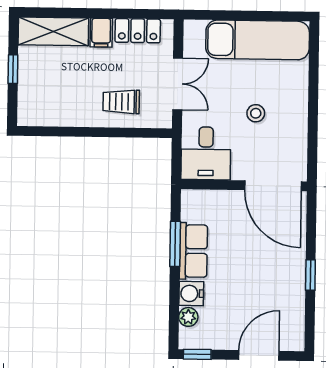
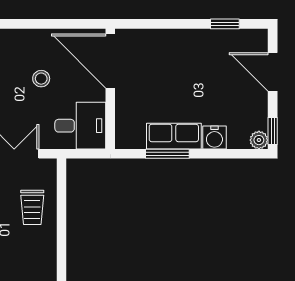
door: (273, 186) -> (110, 61), swing flipped
window: (310, 275) -> (225, 24), moved
plant: (188, 317) -> (259, 140), moved

